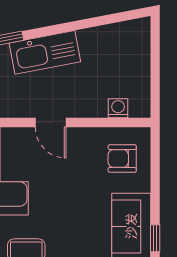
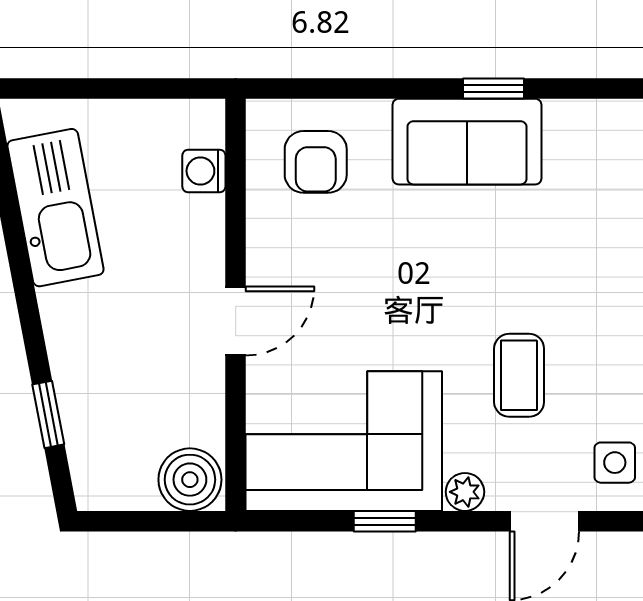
kitchen sink: (45, 52) -> (56, 208), moved

